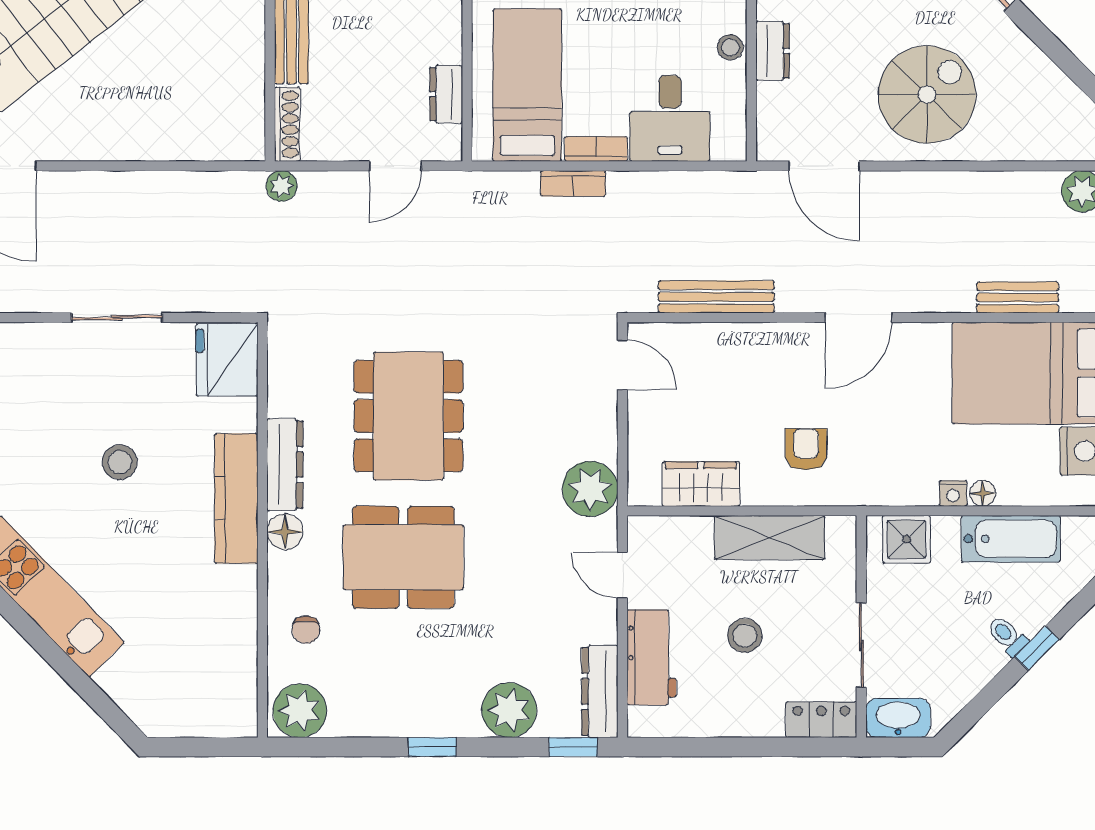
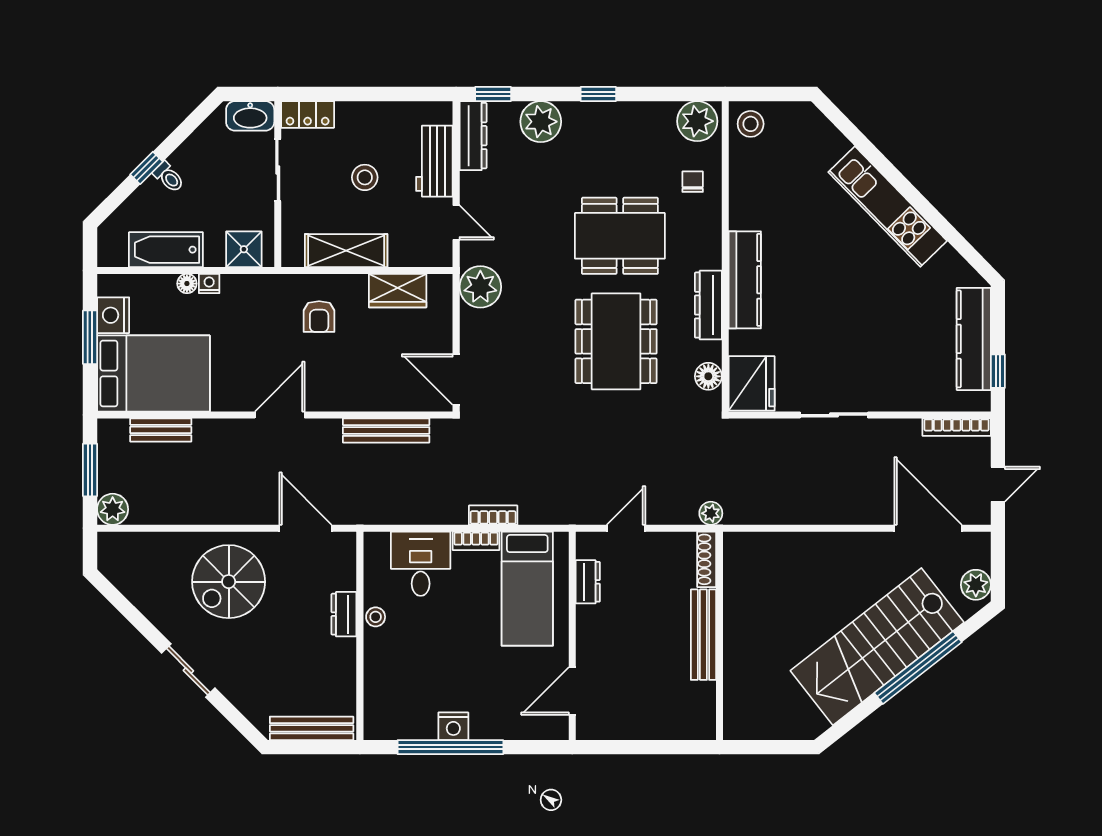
door: (622, 365) -> (456, 380), width x1.38
stool: (120, 462) -> (751, 124), moved
floor lamp: (285, 532) -> (708, 376), moved

